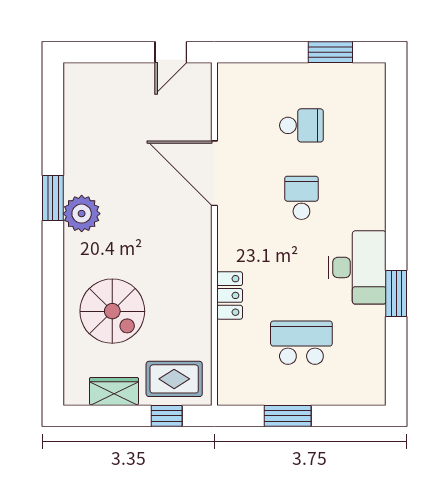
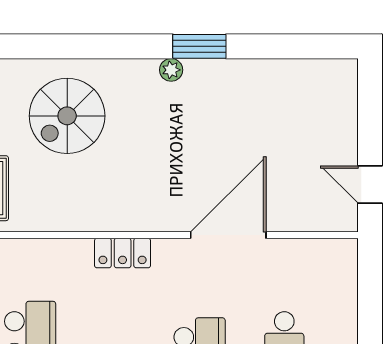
plant: (82, 214) -> (171, 70), width x0.53, depth x0.53
locker: (230, 295) -> (123, 253), moved

